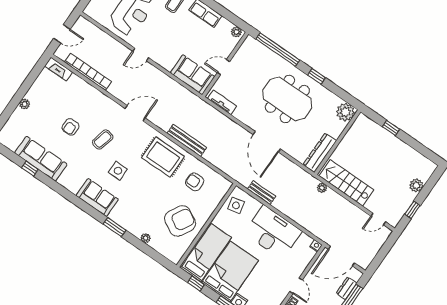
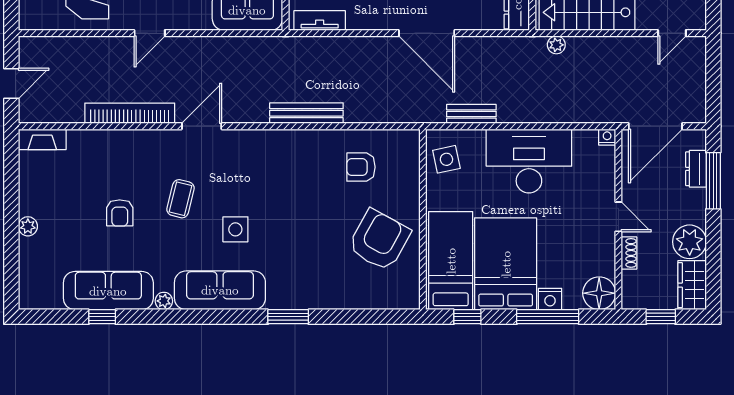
bookcase: (88, 72) -> (130, 113), moved
rug: (163, 157) -> (288, 163), removed
sofa: (97, 197) -> (220, 290), width x1.36
plant: (146, 238) -> (164, 301), moved

